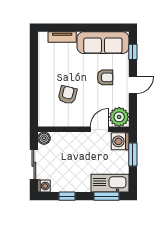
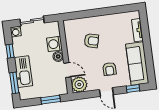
boiler: (44, 138) -> (58, 56), moved
washing machine: (120, 141) -> (54, 44), moved, turned -90
kitchen sink: (110, 183) -> (23, 72), moved

